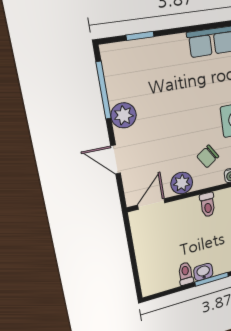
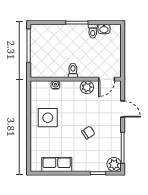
plant: (124, 115) -> (114, 164), moved
chair: (208, 156) -> (88, 133), moved
washbasin: (203, 272) -> (104, 29), moved

